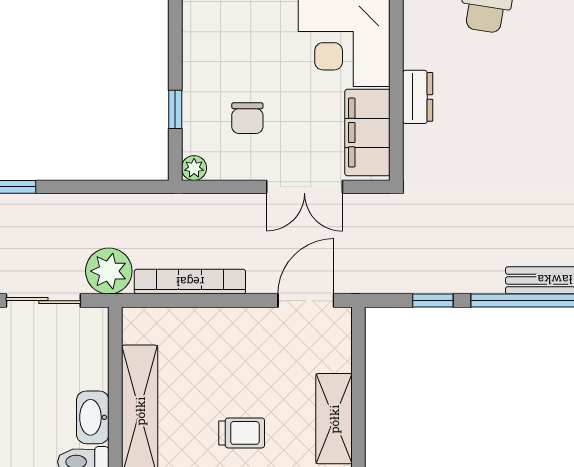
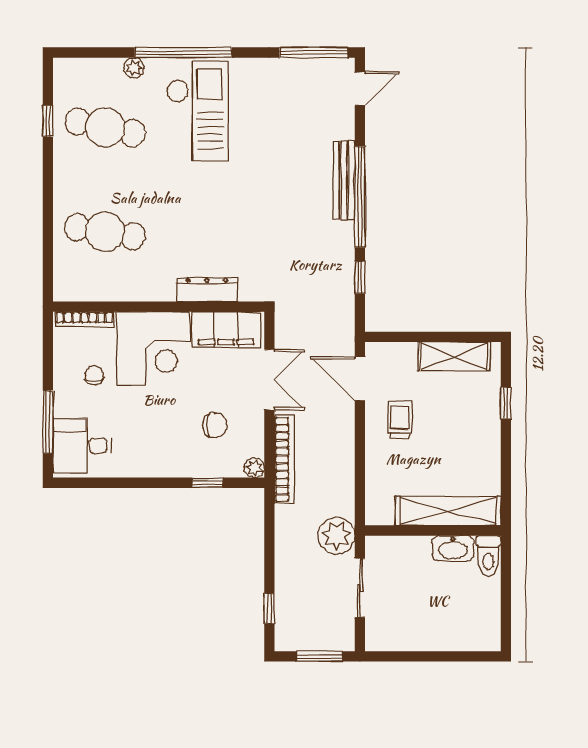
dresser: (418, 97) -> (207, 290), width x1.44
bookcase: (190, 282) -> (284, 460), moved, turned 180
trolley: (242, 433) -> (400, 420), moved

